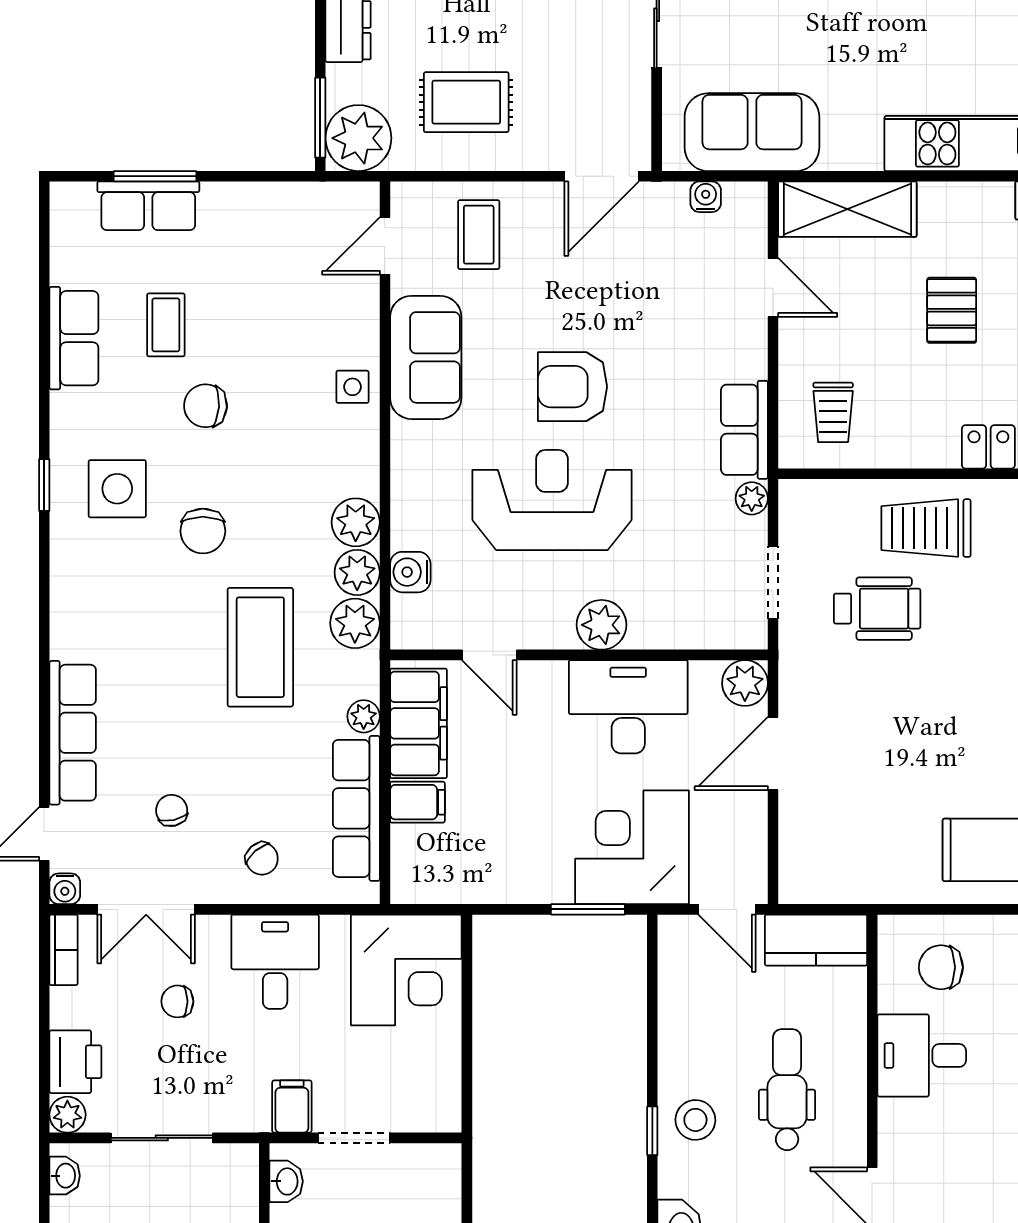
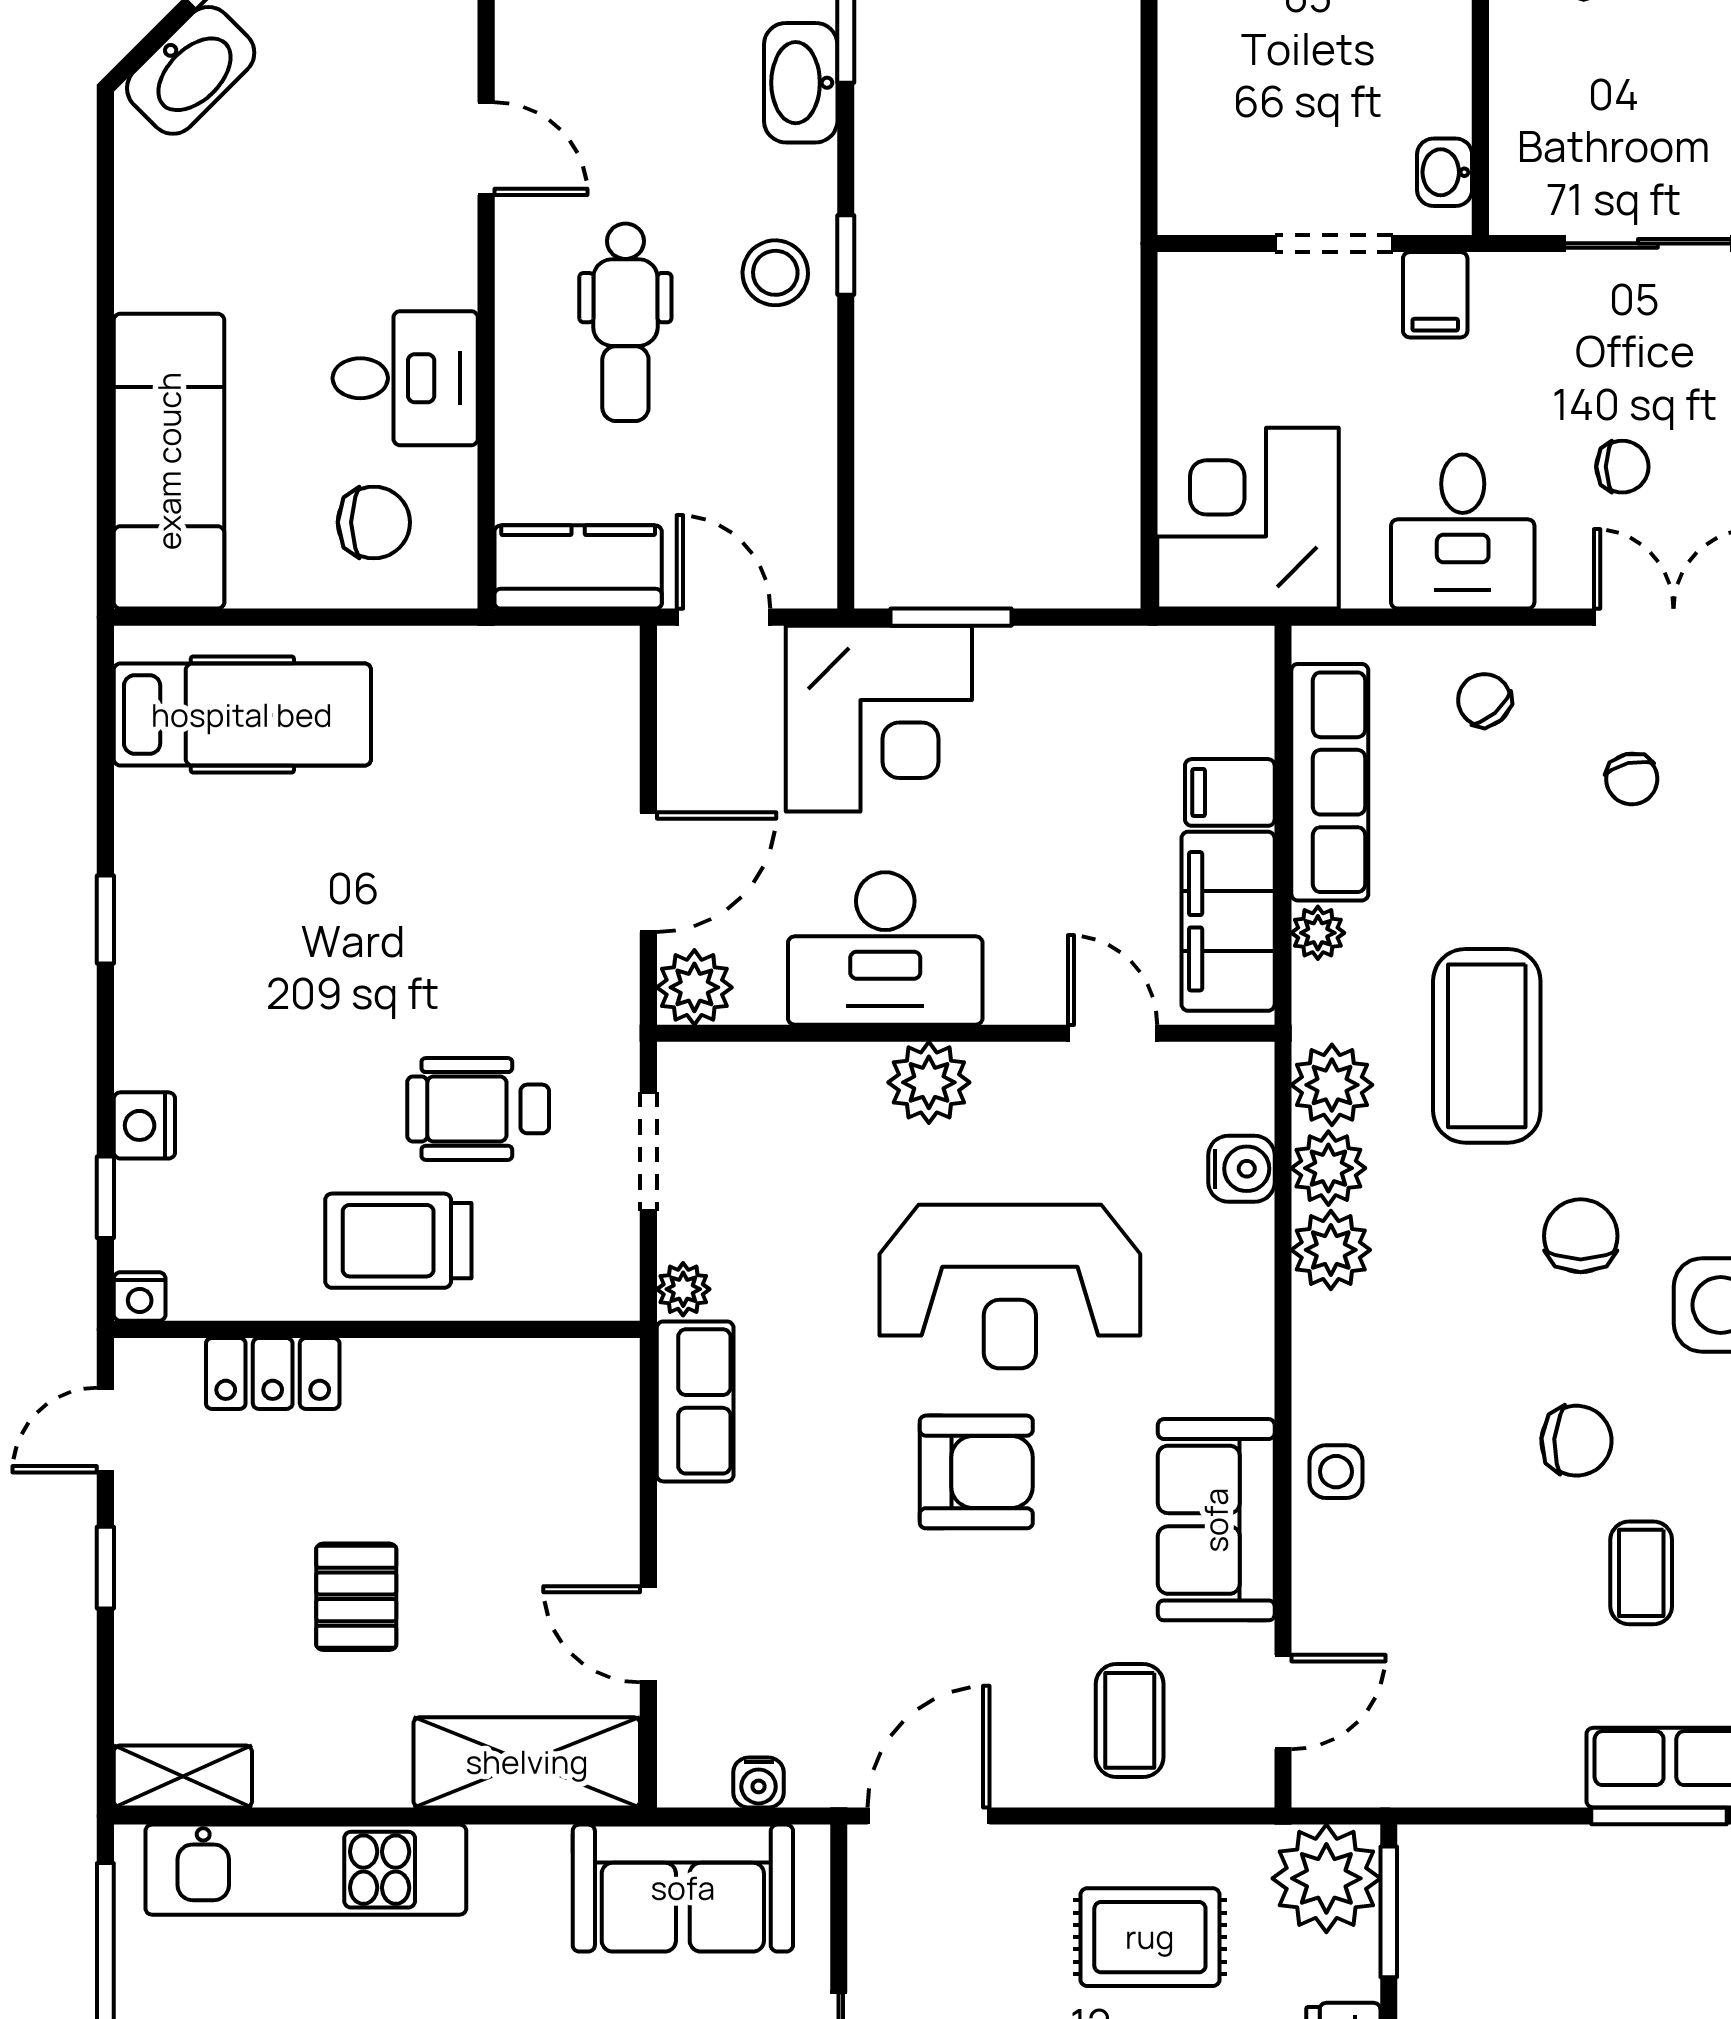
trolley: (833, 412) -> (550, 1430), removed
trolley: (926, 528) -> (398, 1241), turned 180

